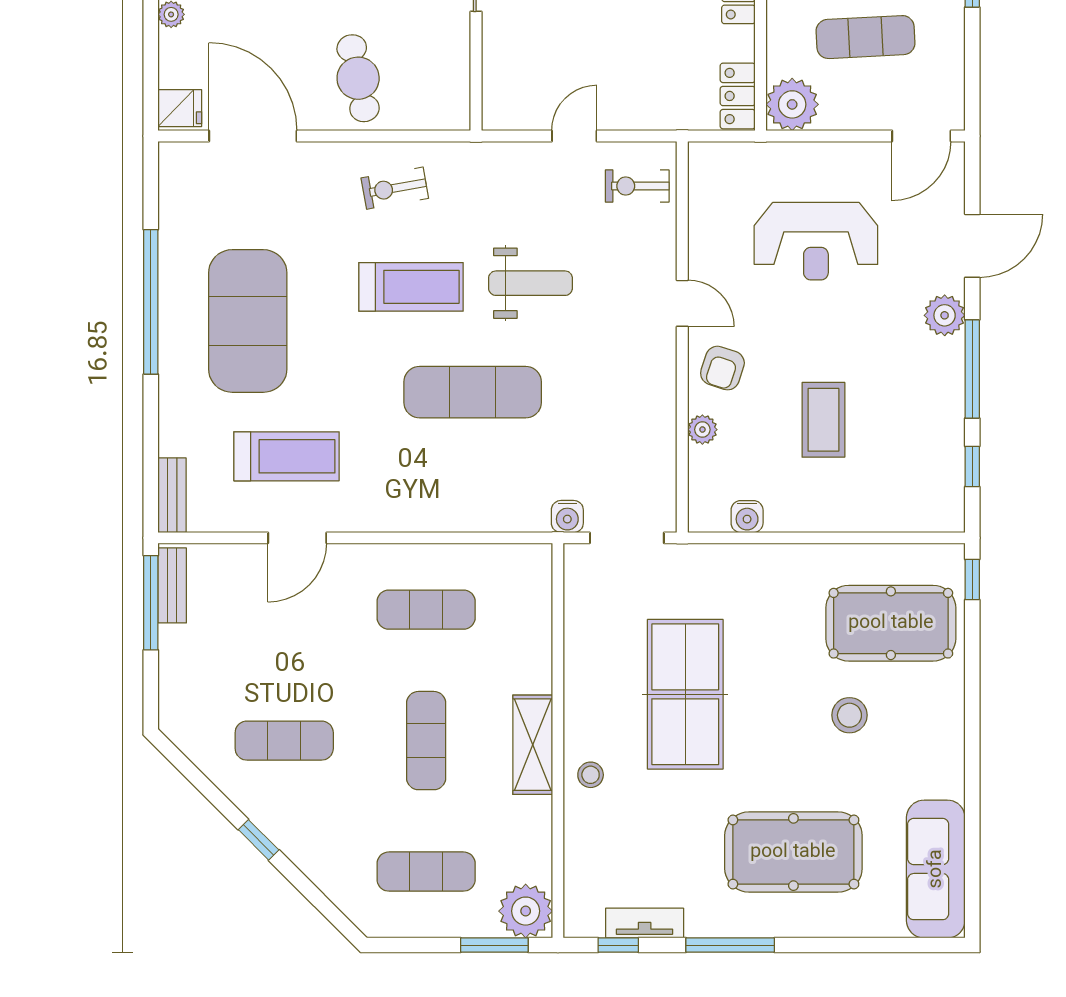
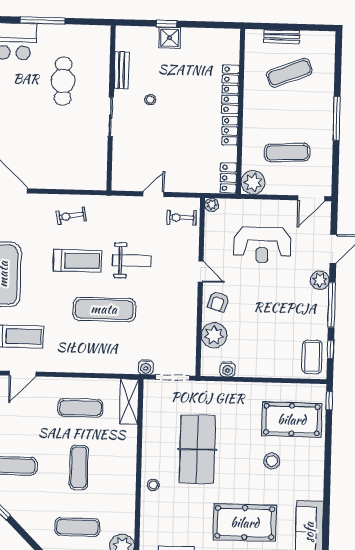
cafe table: (358, 78) -> (56, 165), removed
plant: (703, 156) -> (212, 205), added
coffee table: (823, 420) -> (312, 357), moved
plant: (702, 430) -> (214, 335), width x1.88, depth x1.88
shelving: (533, 745) -> (129, 402), moved

